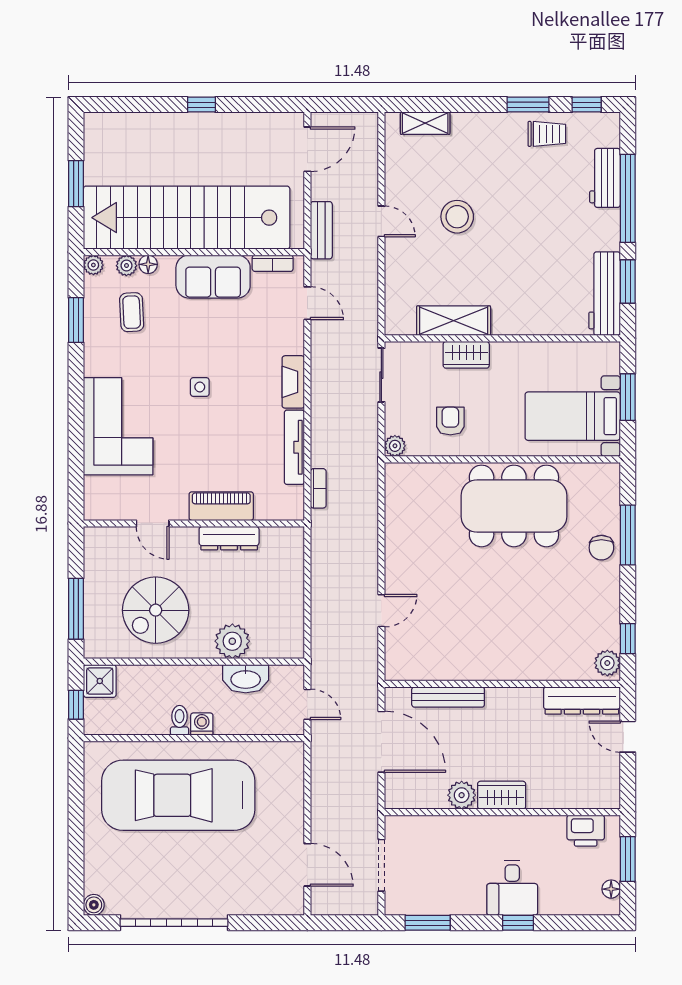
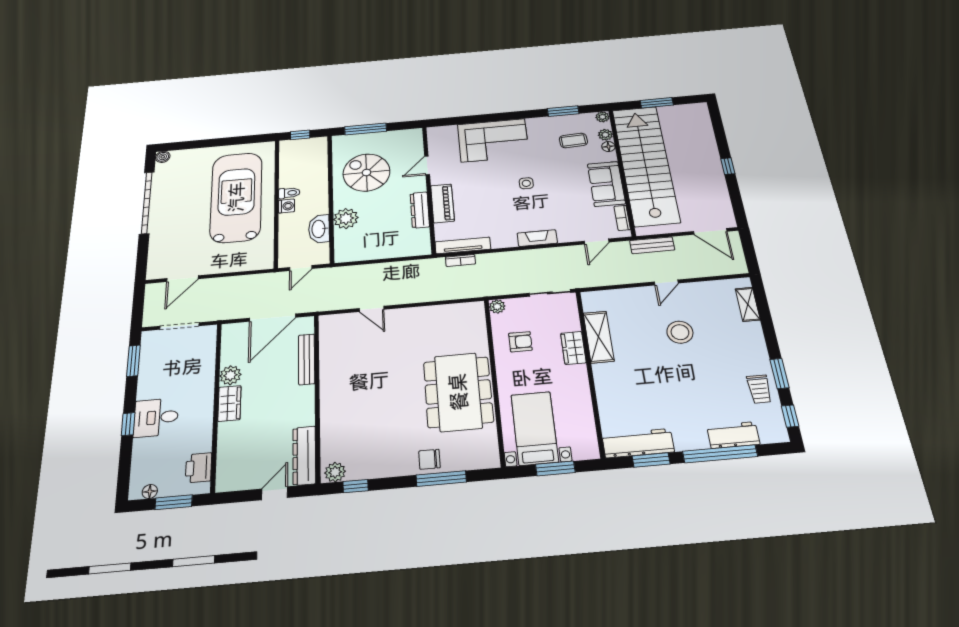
tv unit: (294, 447) -> (463, 245), moved
shower: (100, 681) -> (316, 146), removed

